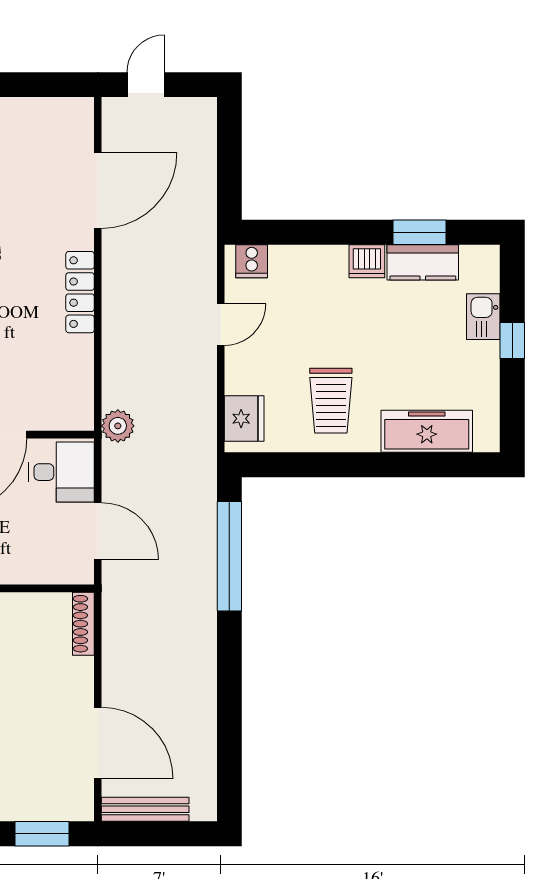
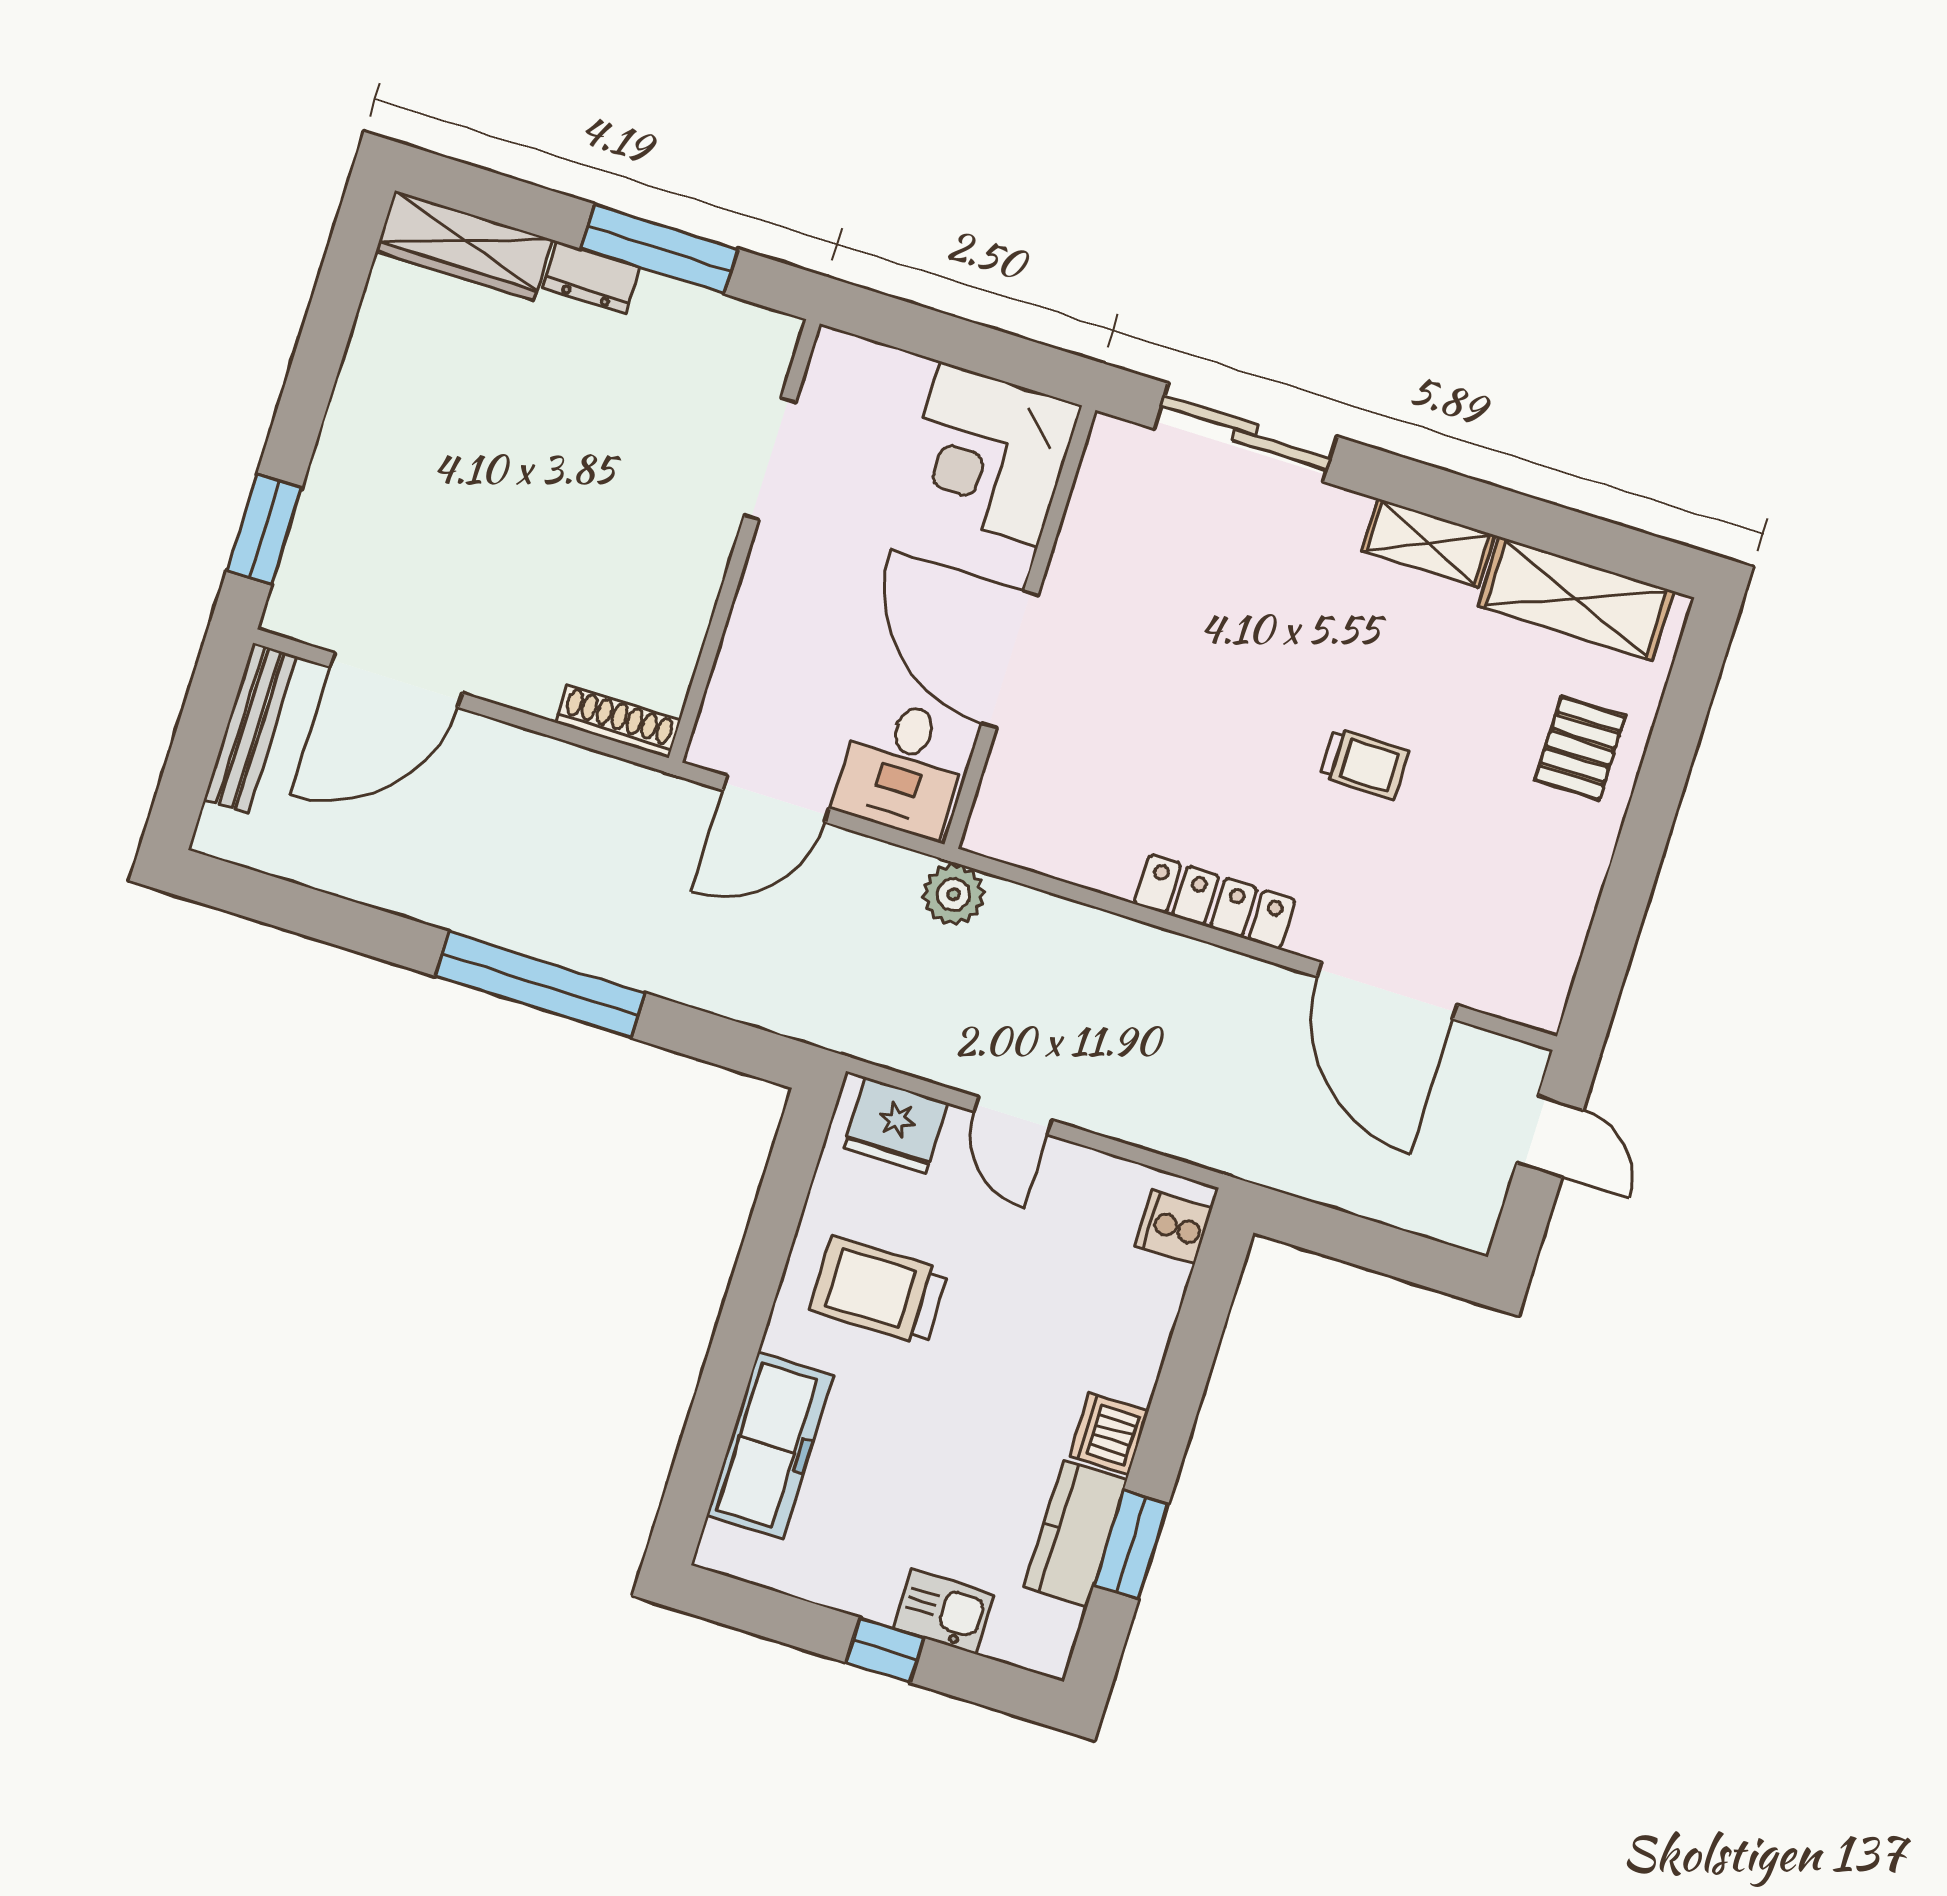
door: (221, 325) -> (1012, 1116), moved
window: (229, 556) -> (540, 985), moved

